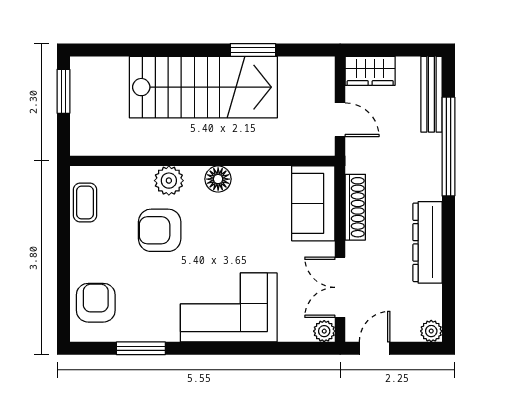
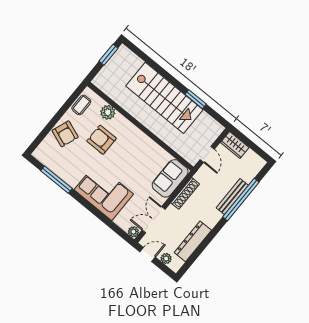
bench: (431, 94) -> (232, 197), moved
floor lamp: (218, 179) -> (141, 138), removed
plant: (169, 181) -> (108, 112), moved
dresser: (427, 242) -> (193, 241), moved
armchair: (96, 303) -> (65, 134), moved, turned 110
plant: (431, 331) -> (166, 258), moved
window: (141, 348) -> (56, 180), width x1.44

